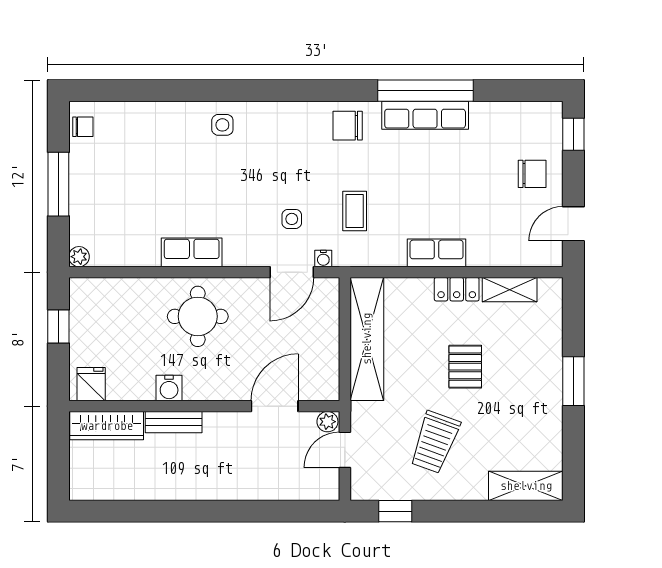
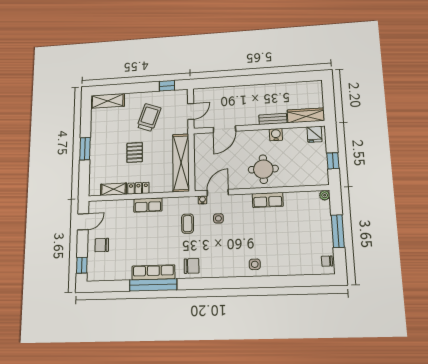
plant: (327, 422) -> (199, 124), removed

